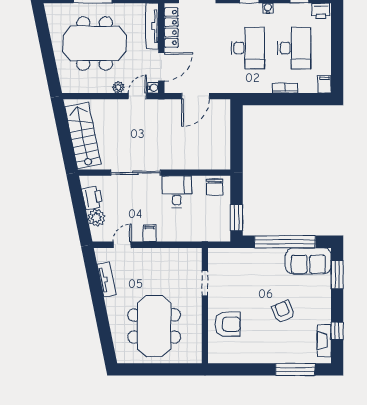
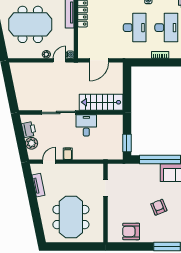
door: (161, 67) -> (76, 40), removed
stairs: (83, 135) -> (101, 102), moved, turned -78
chair: (215, 187) -> (112, 122), removed
armchair: (228, 324) -> (131, 231), moved, turned 180

